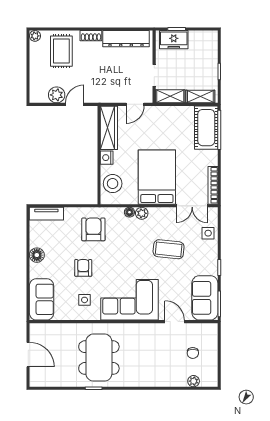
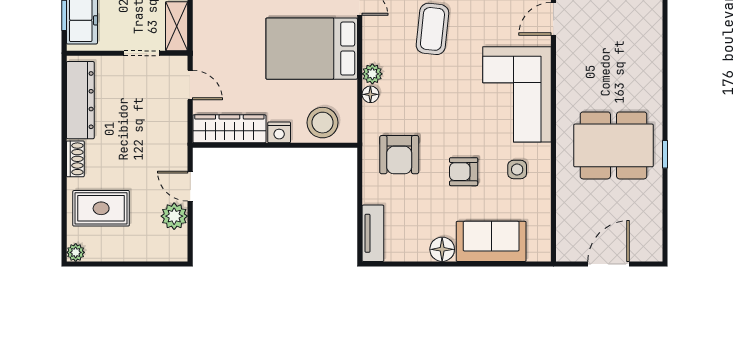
armchair: (93, 229) -> (399, 155), turned -90
sofa: (42, 299) -> (491, 241), moved

